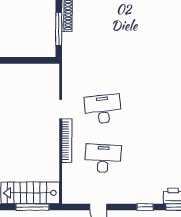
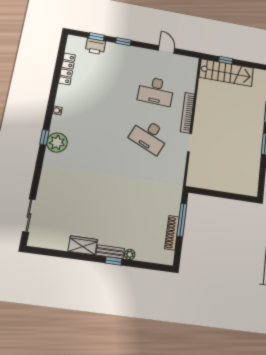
desk: (103, 109) -> (149, 136), turned 30
window: (32, 207) -> (226, 60), width x0.46

